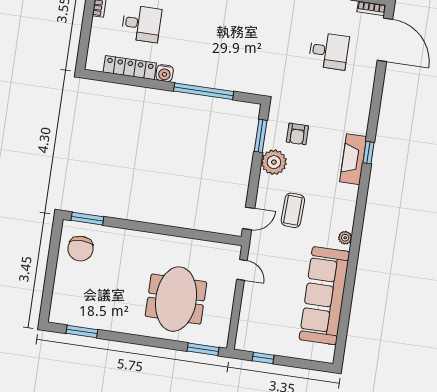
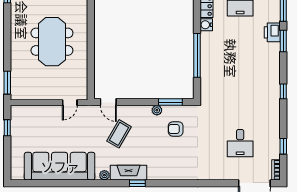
window: (368, 153) -> (137, 183), moved
fireplace: (353, 159) -> (129, 173), moved
plant: (274, 162) -> (157, 110), width x0.53, depth x0.53
coffee table: (293, 210) -> (119, 134), turned -62
meeting table: (176, 299) -> (52, 42), moved, turned 90

